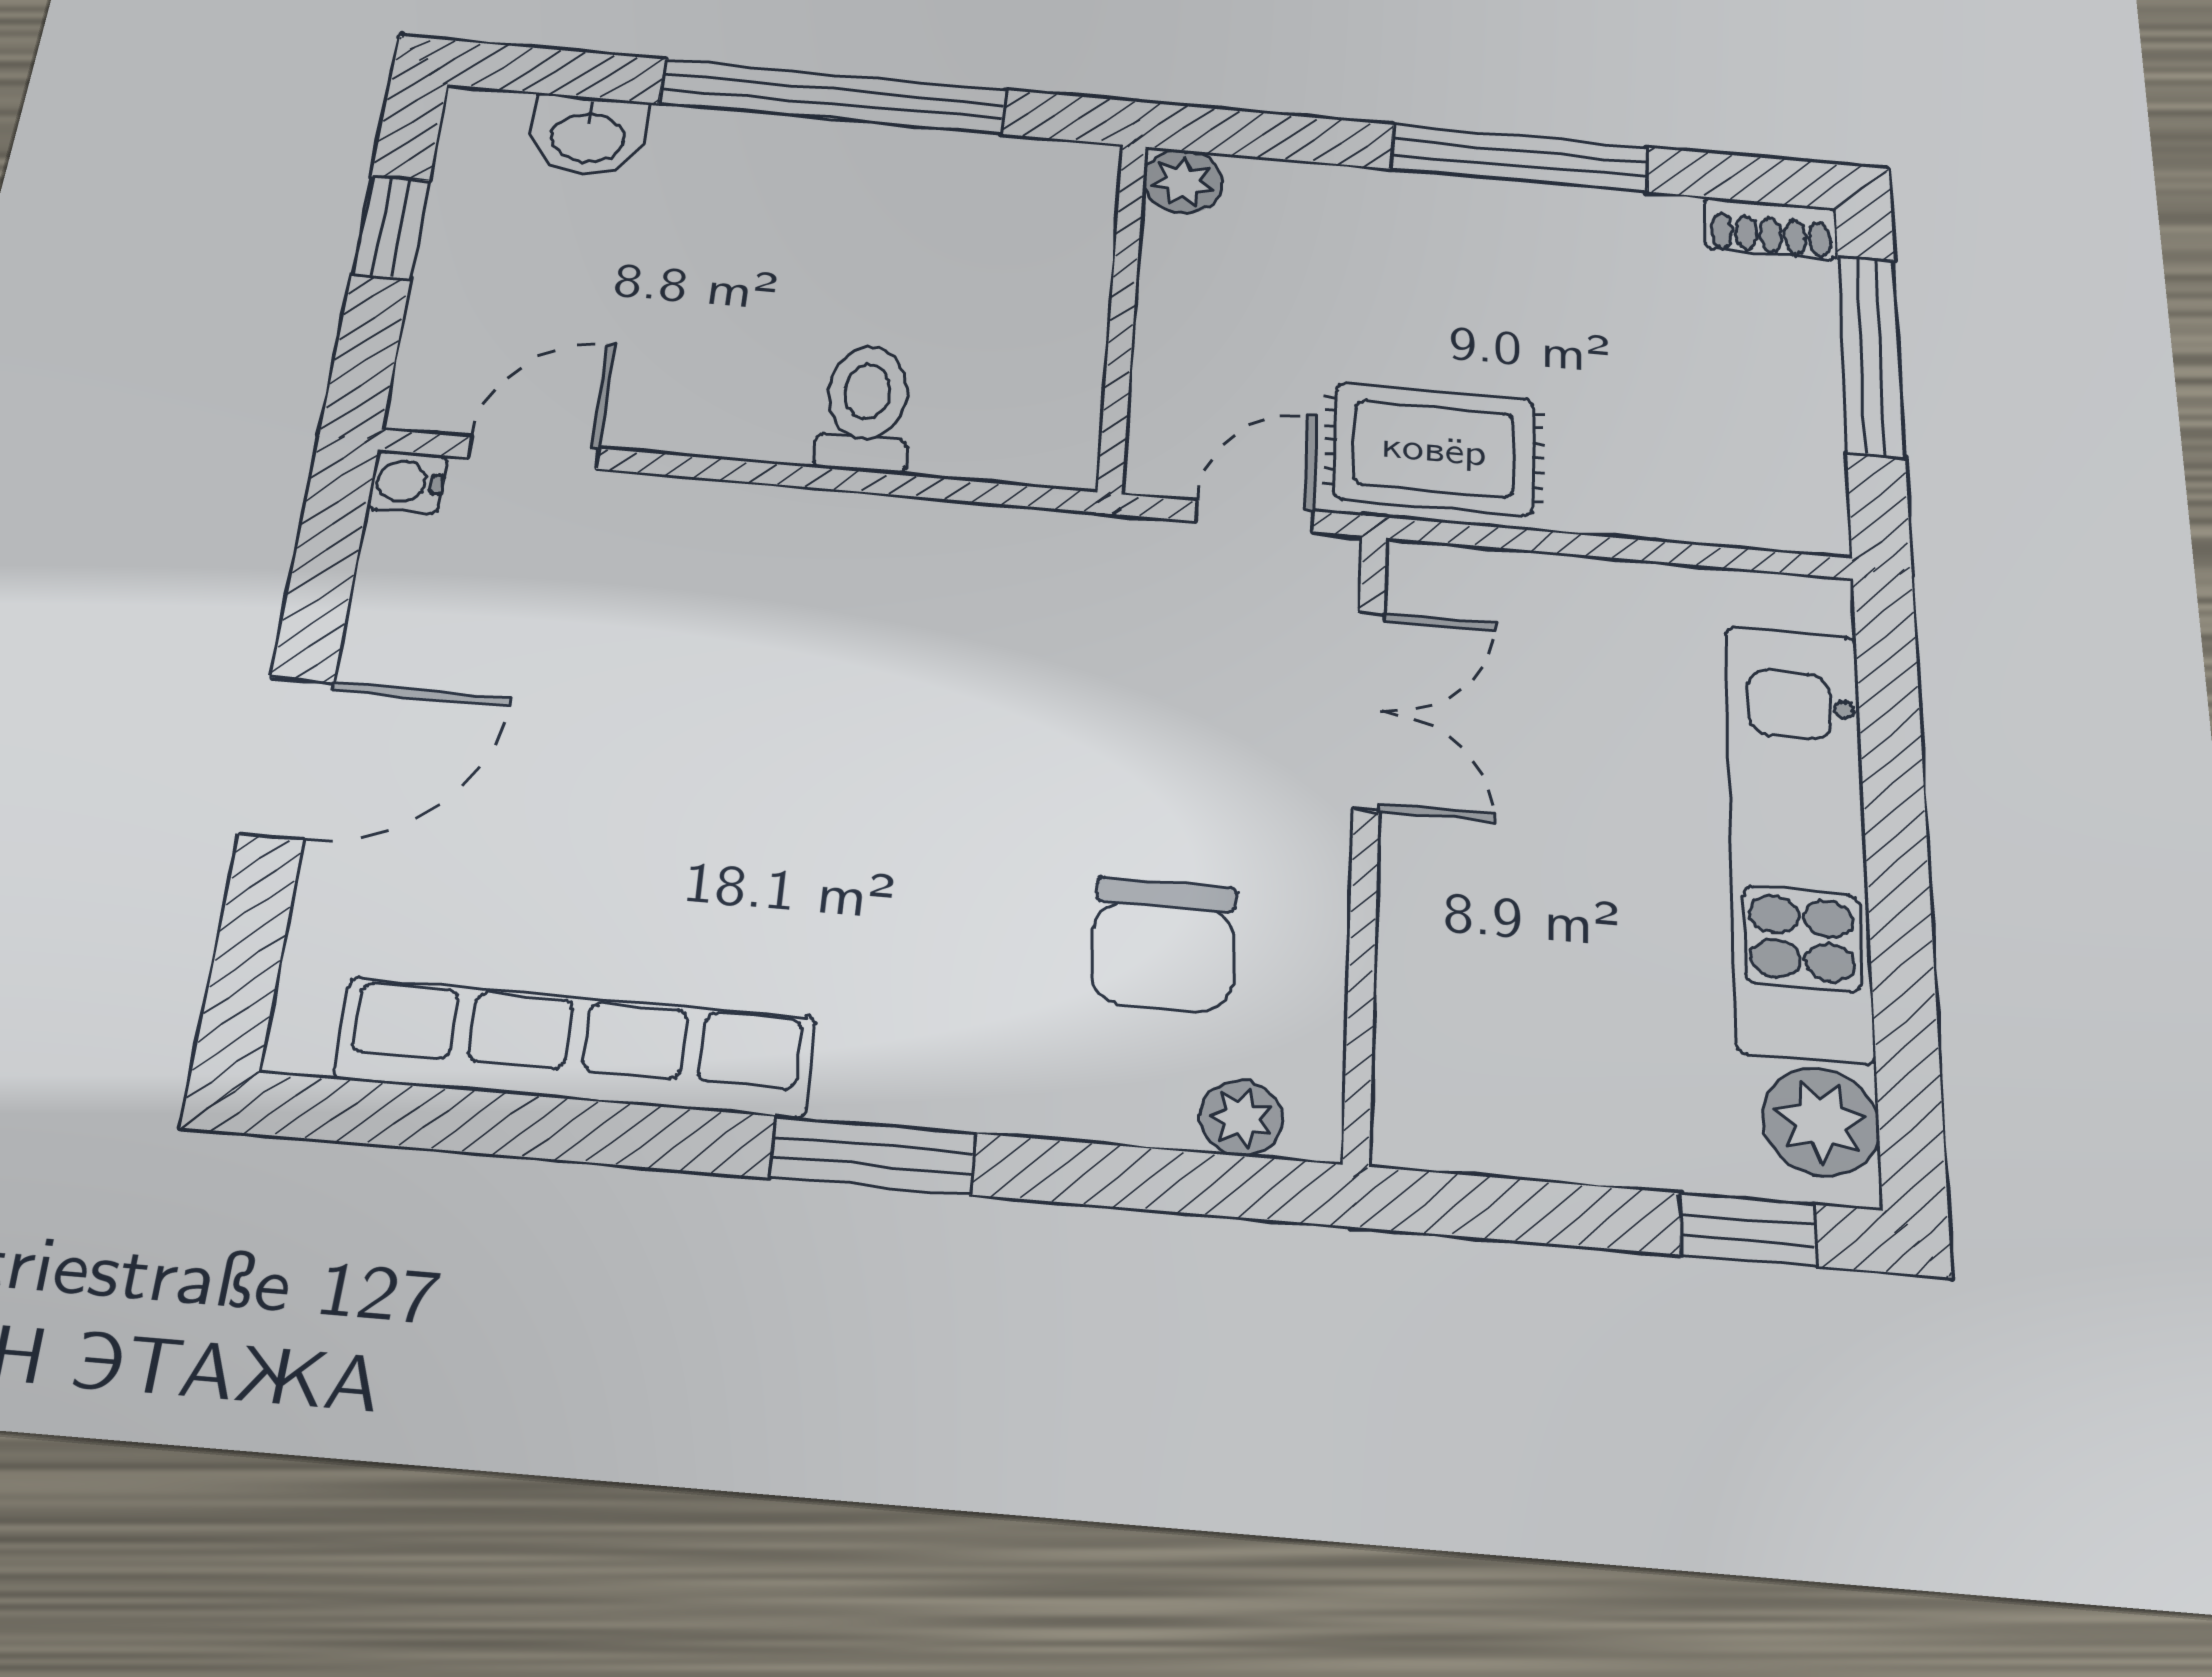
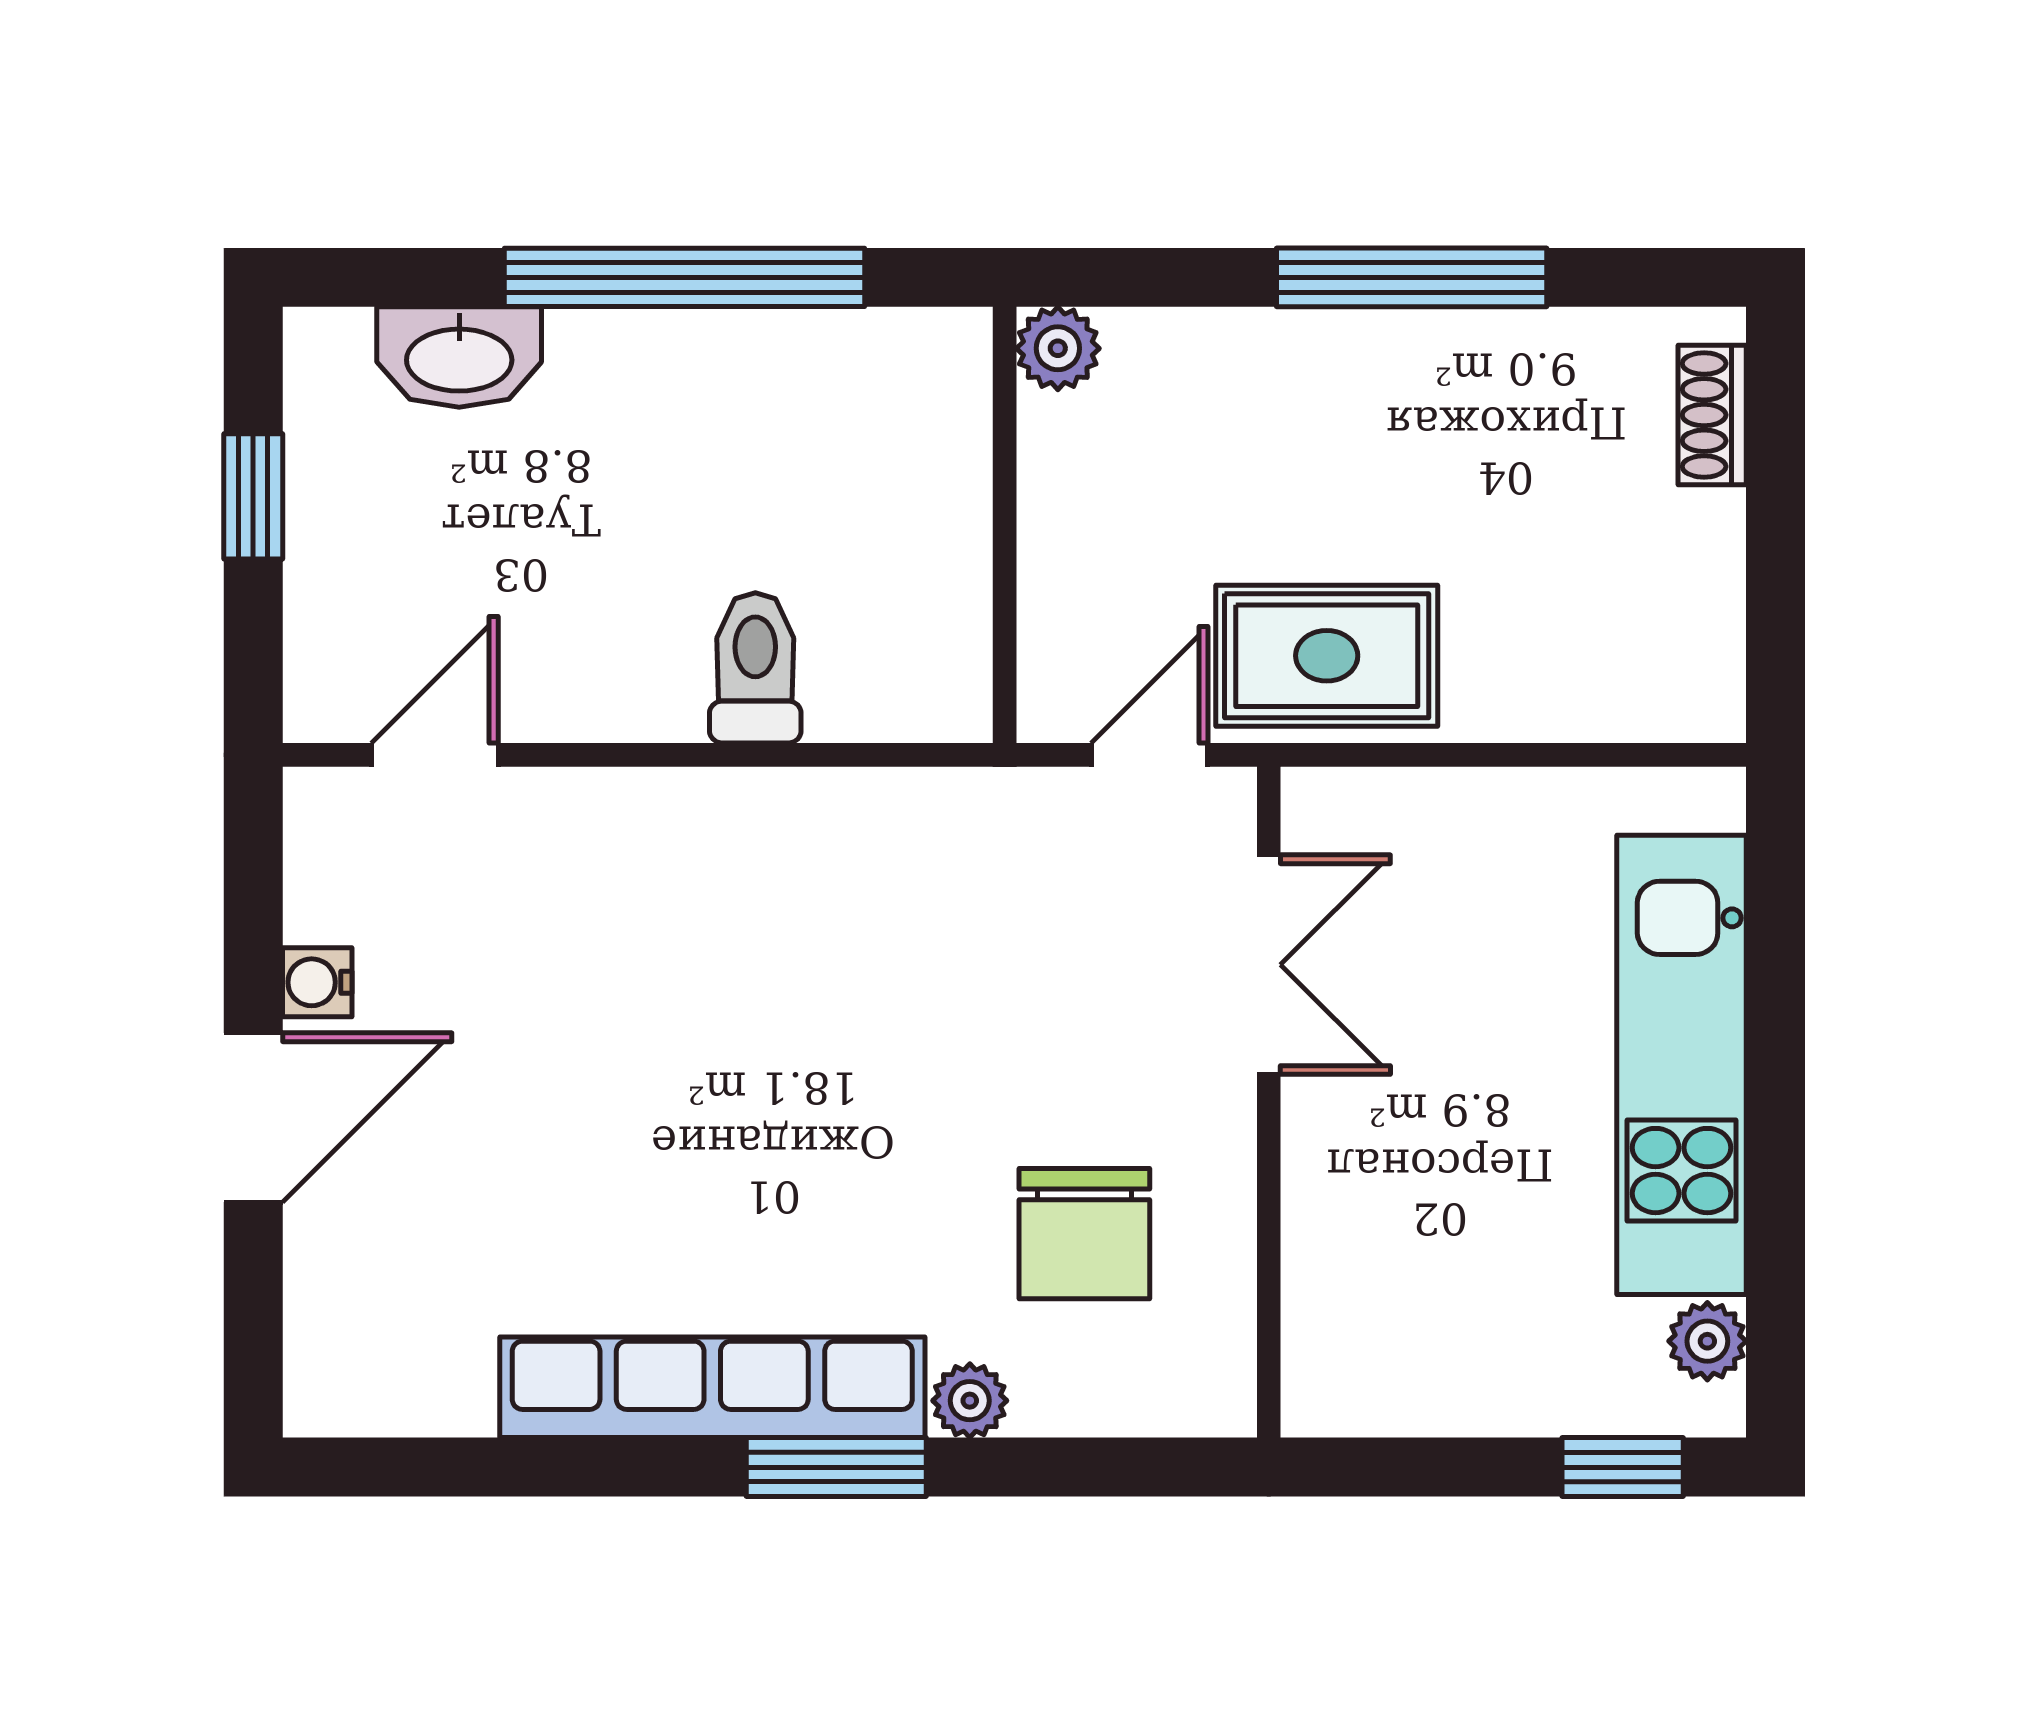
washbasin: (588, 135) -> (459, 357), width x1.38
shoe rack: (1771, 228) -> (1712, 415), moved, turned 90
window: (1871, 356) -> (1776, 493), removed
water cooler: (407, 482) -> (317, 982), moved
row of seats: (576, 1048) -> (712, 1387), moved
plant: (1241, 1118) -> (970, 1401), moved
plant: (1821, 1122) -> (1707, 1341), width x0.73, depth x0.73

